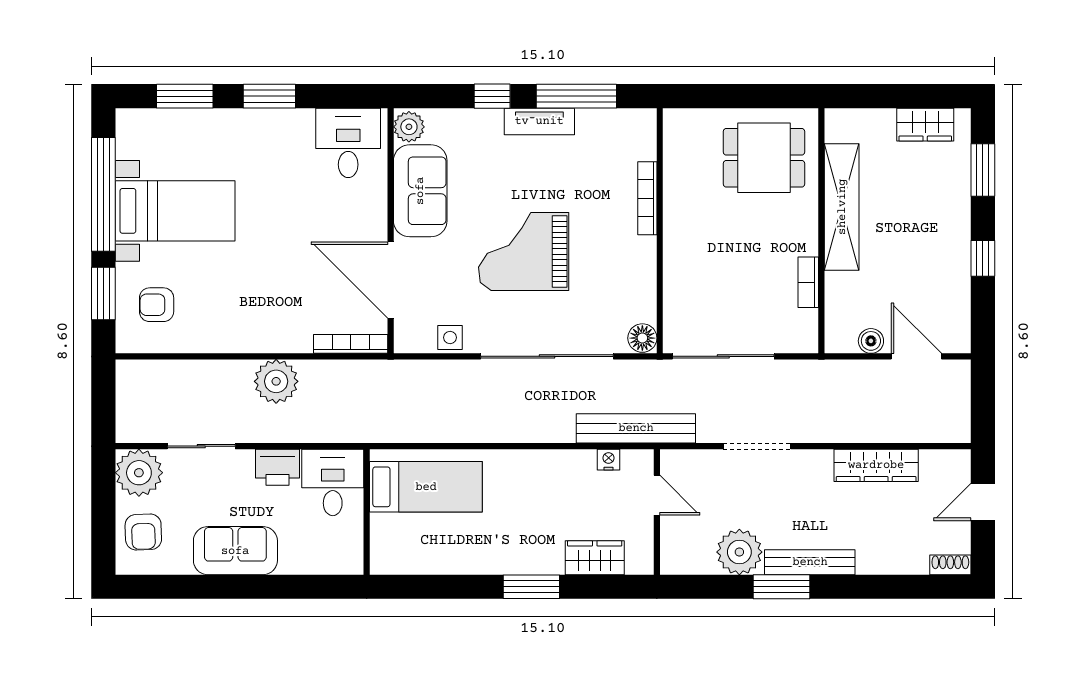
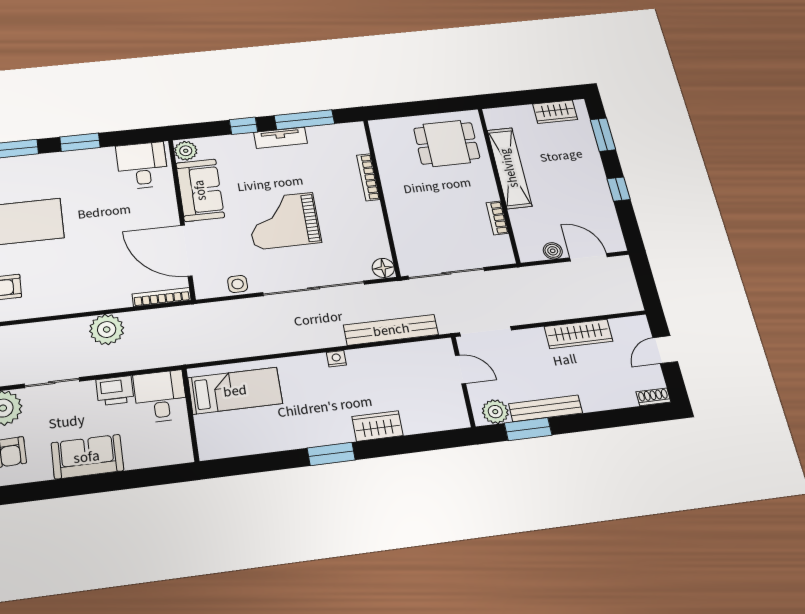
nightstand: (609, 460) -> (336, 359), moved
door: (657, 495) -> (460, 369), moved
wall: (657, 512) -> (463, 381), moved
plant: (739, 552) -> (495, 412), width x0.73, depth x0.73

